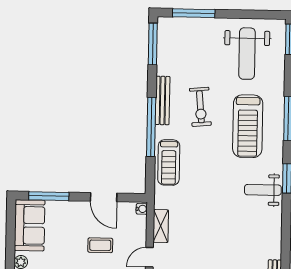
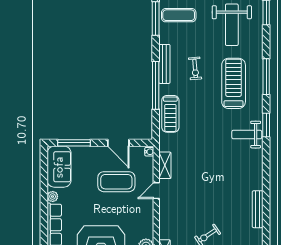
exercise mat: (181, 40) -> (179, 15), added
exercise bike: (200, 107) -> (195, 68), width x0.73, depth x0.72
treadmill: (248, 126) -> (234, 83), turned 180
coffee table: (100, 245) -> (116, 182), width x1.86, depth x1.72

